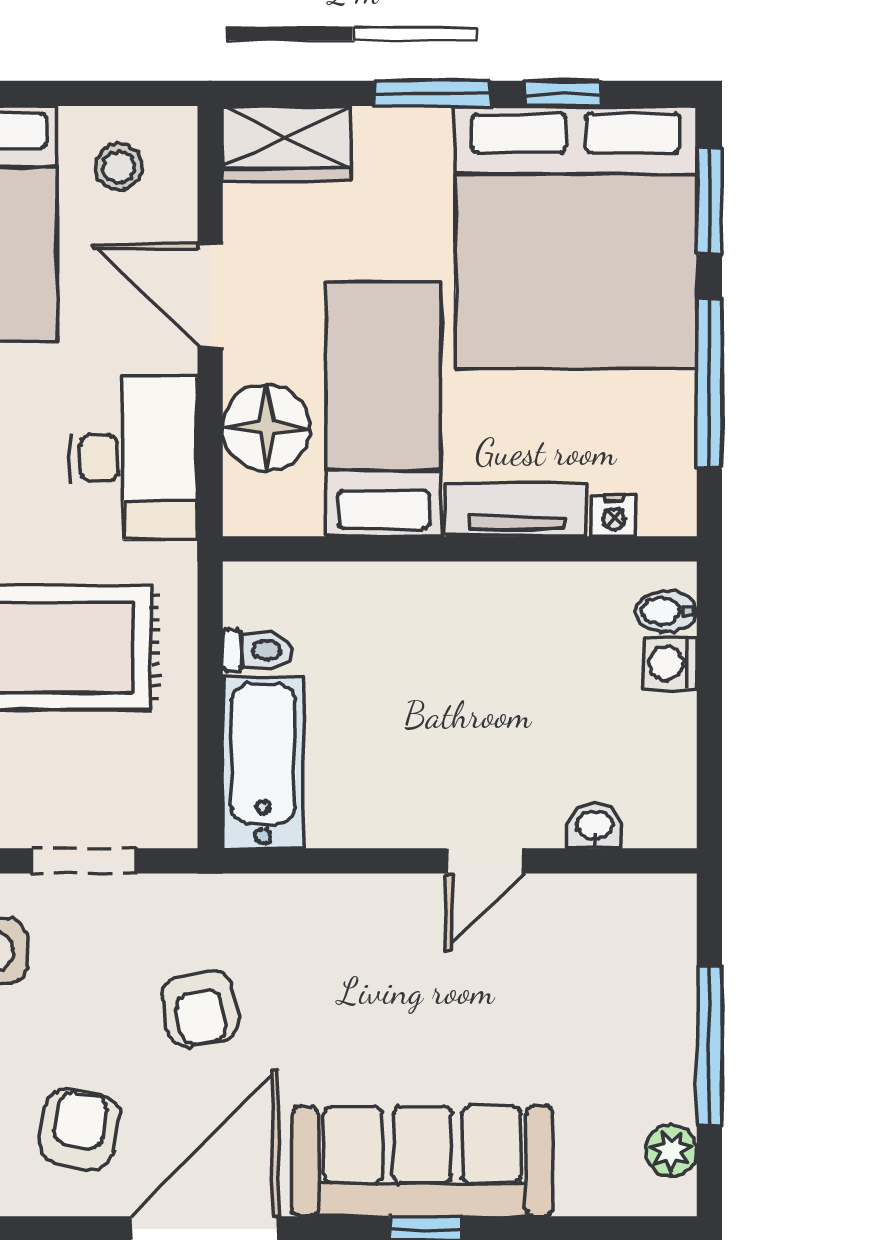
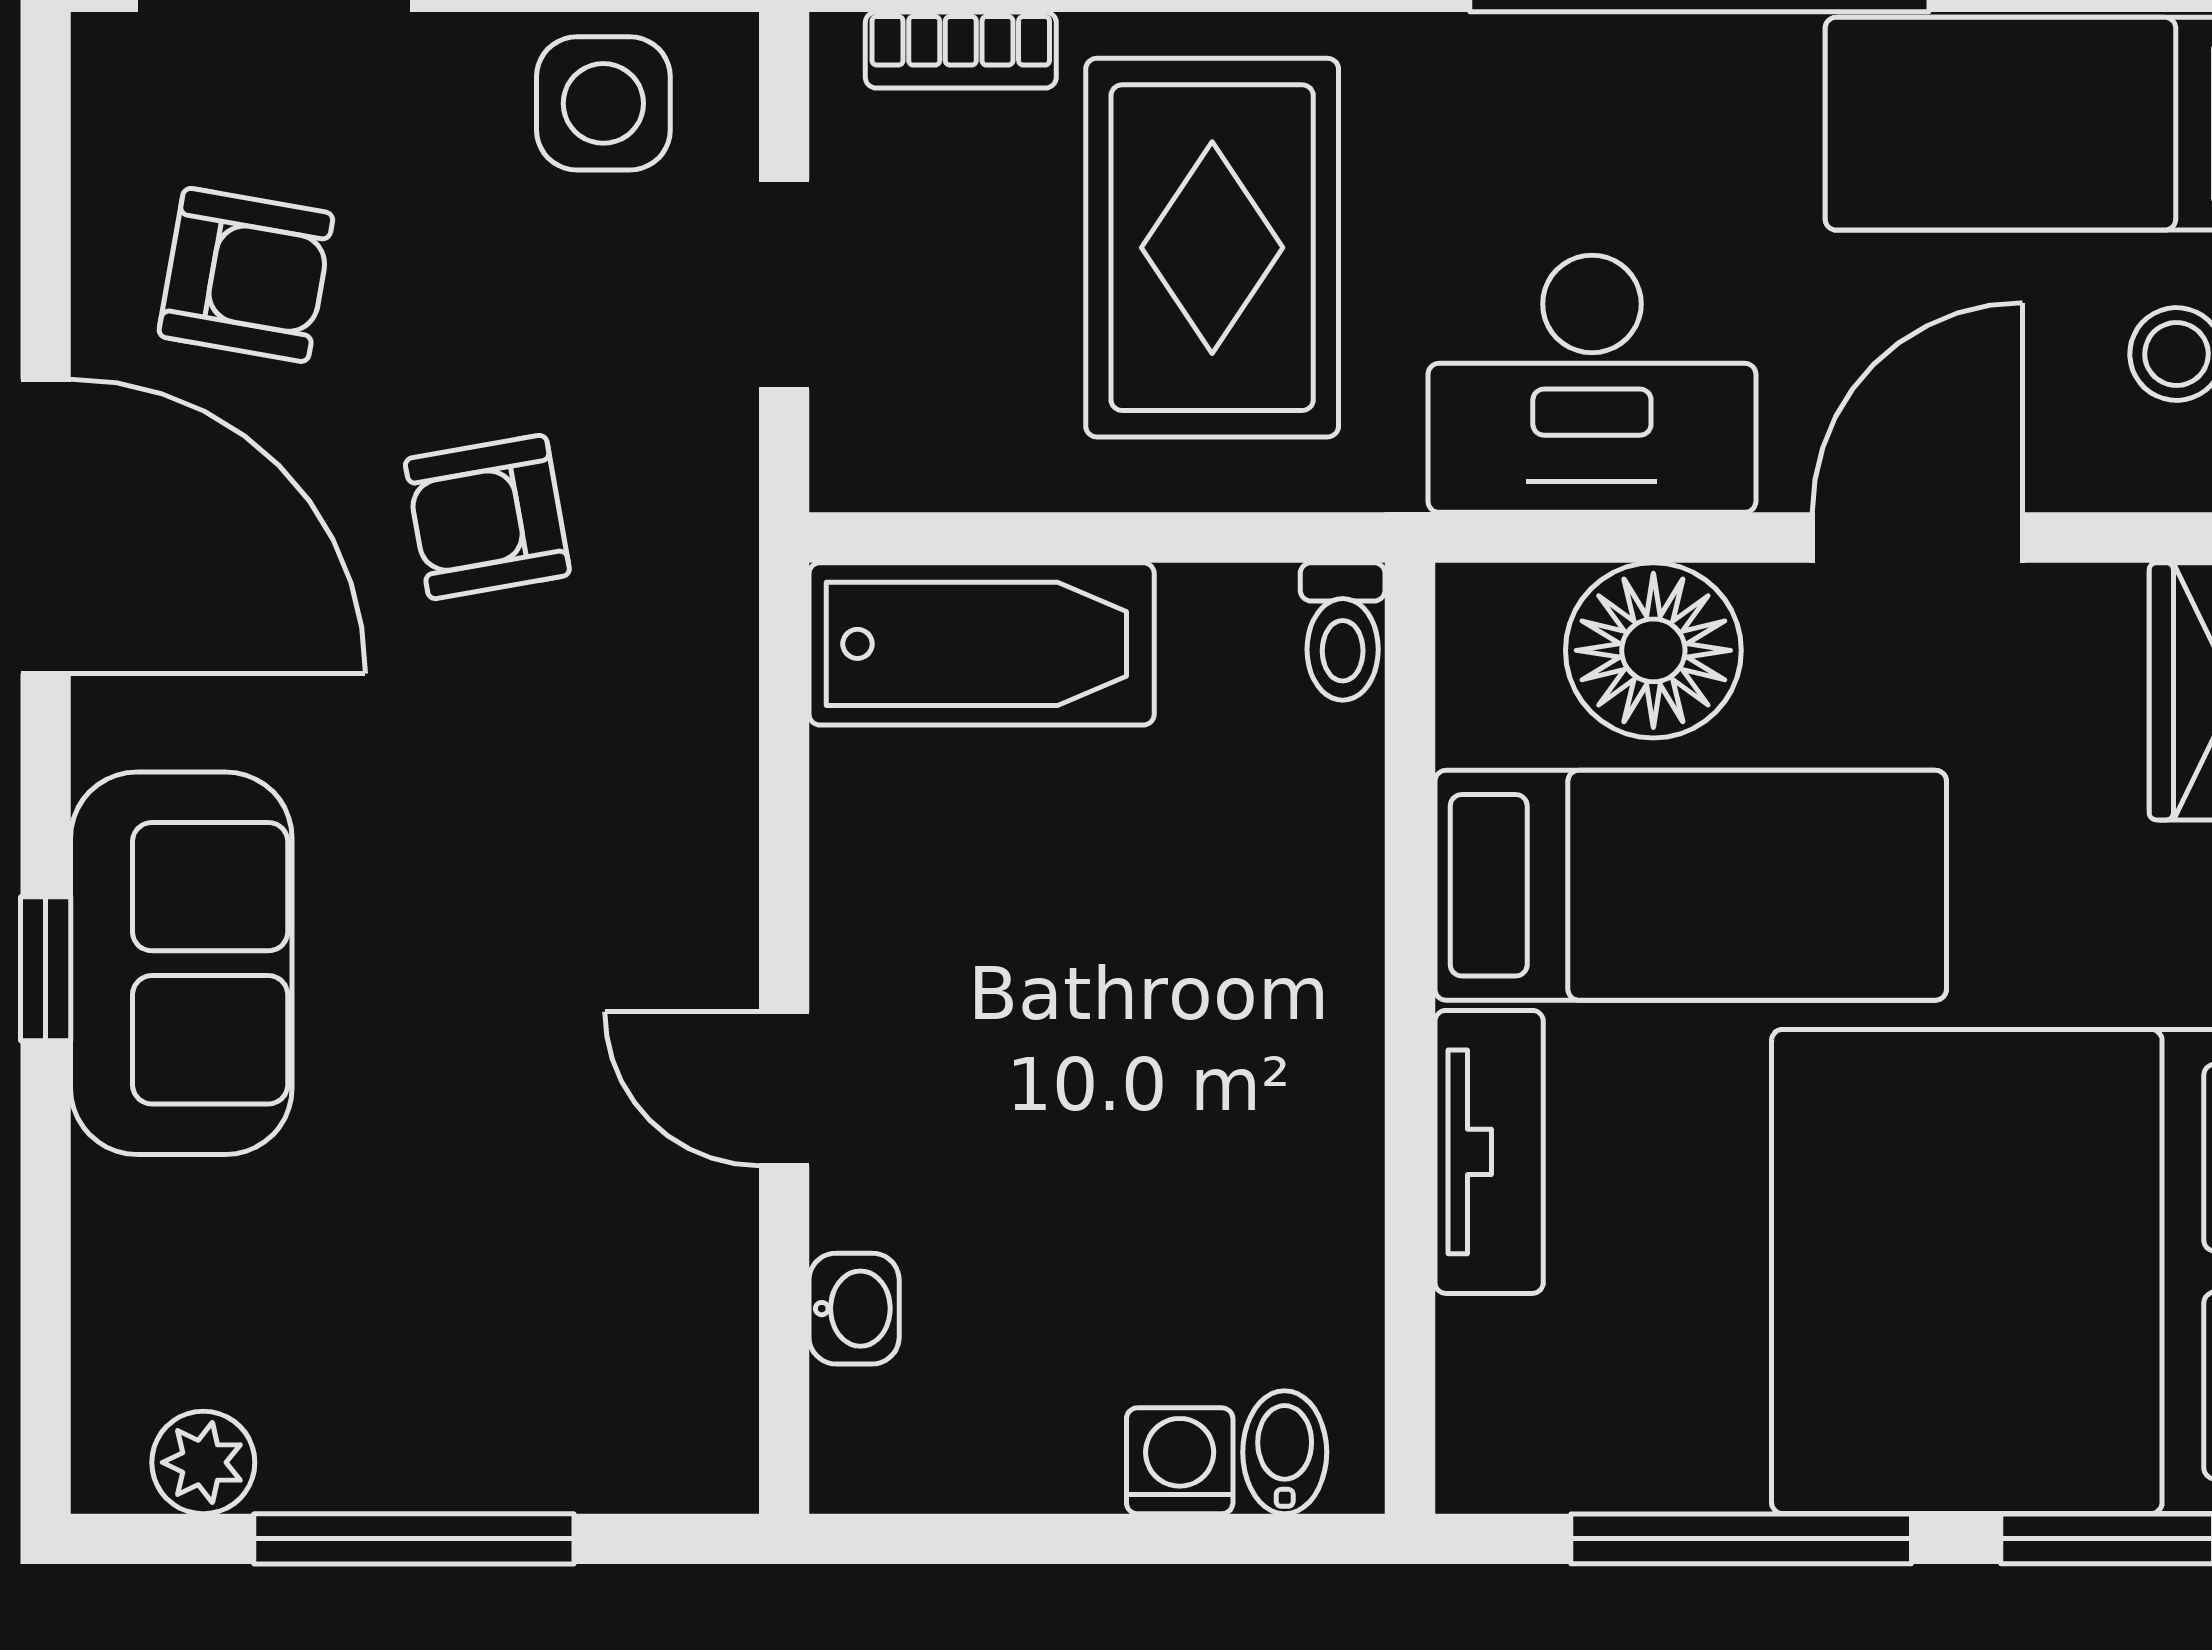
nightstand: (614, 516) -> (1476, 1347), removed
toilet: (257, 650) -> (1343, 631), moved
sofa: (422, 1161) -> (181, 963), width x0.73

